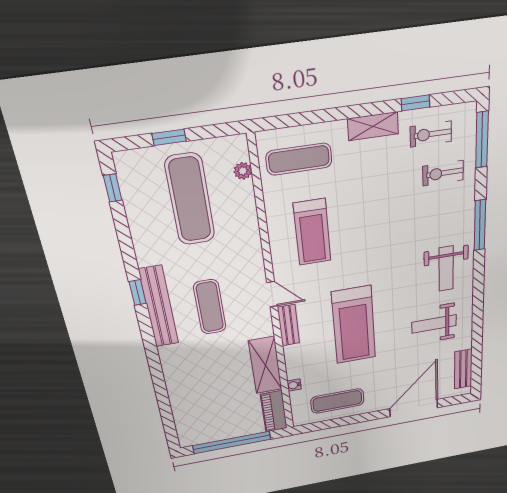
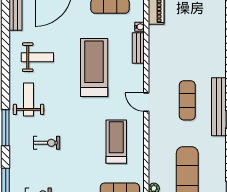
exercise bike: (443, 173) -> (47, 143), moved
bench: (289, 325) -> (138, 48), moved
shelving: (265, 365) -> (157, 48), removed

